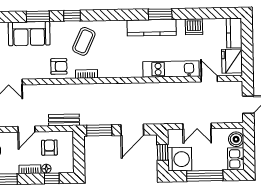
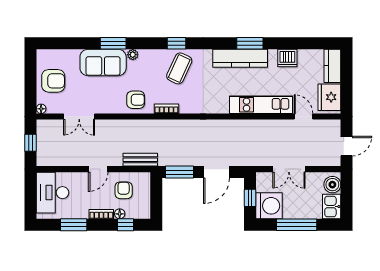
window: (72, 16) -> (177, 43), moved
plant: (56, 26) -> (133, 55), added
coffee table: (84, 41) -> (179, 68), moved

